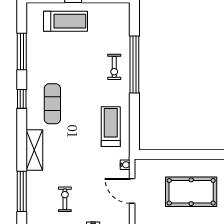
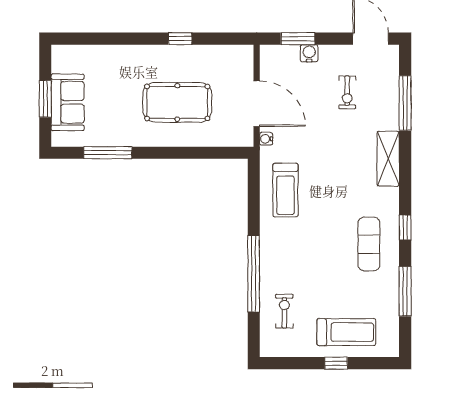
treadmill: (66, 21) -> (346, 332), turned 180
exercise bike: (114, 67) -> (284, 311), moved
exercise mat: (52, 104) -> (369, 244), moved
door: (132, 191) -> (257, 104), width x1.36

